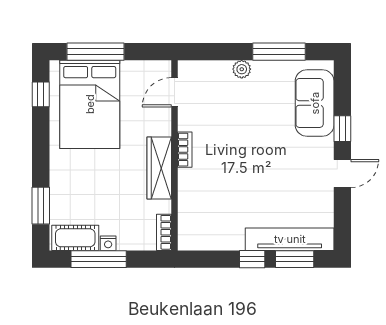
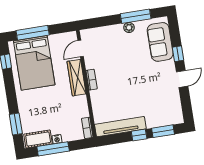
plant: (242, 69) -> (129, 27), moved
wardrobe: (159, 168) -> (77, 78), moved
tv unit: (290, 239) -> (120, 127), moved

